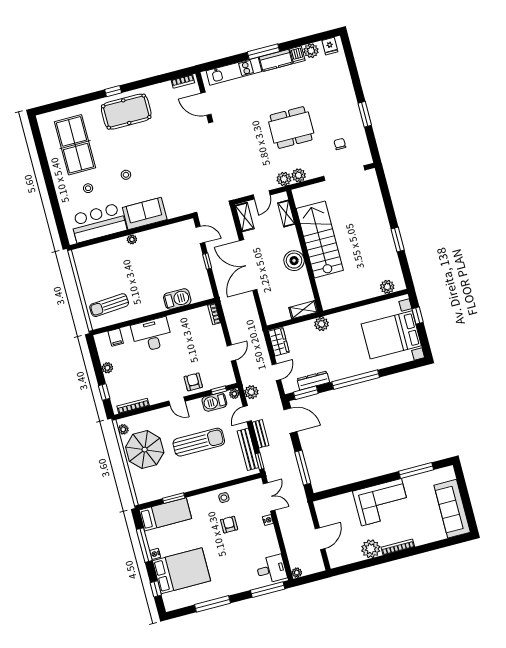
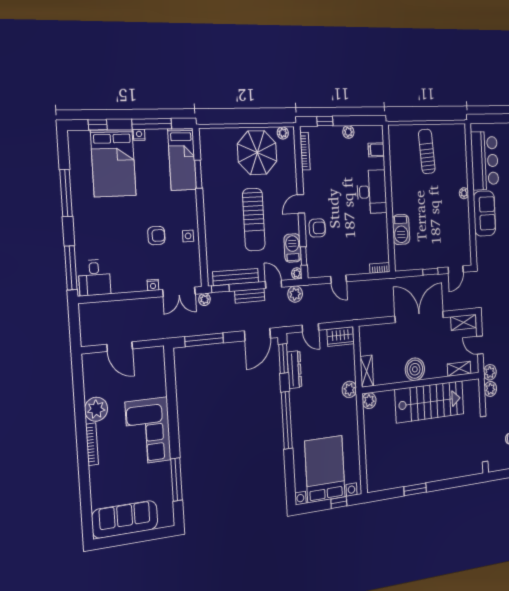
plant: (387, 287) -> (369, 401), moved
sun lounger: (109, 305) -> (427, 151), moved
plant: (297, 573) -> (204, 299), moved

